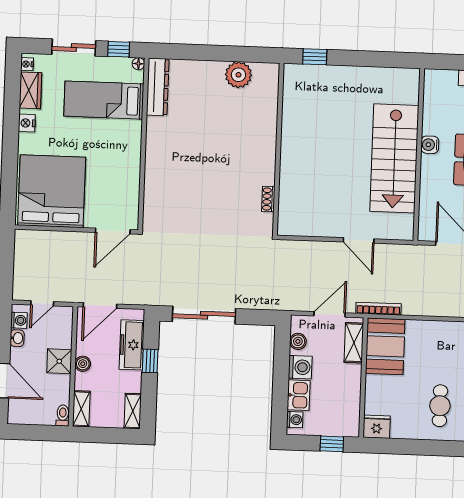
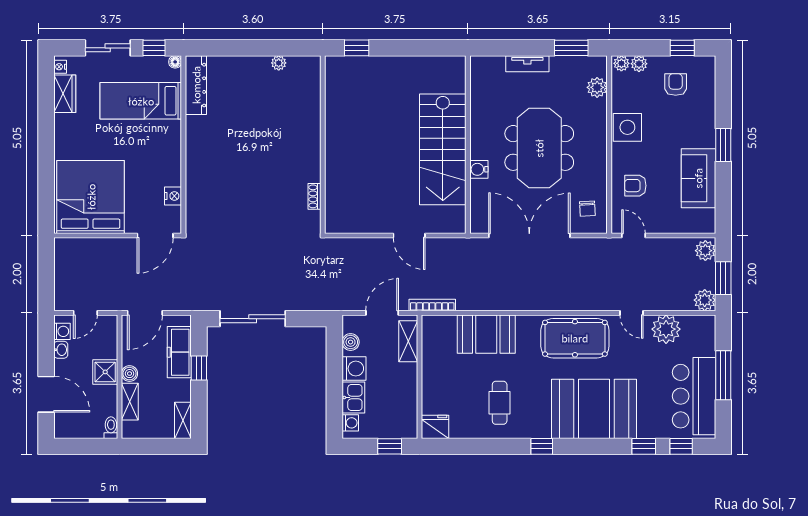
plant: (238, 75) -> (279, 63), width x0.53, depth x0.53
nightstand: (27, 123) -> (173, 196), moved, turned 180
water cooler: (430, 145) -> (479, 169), moved
booth: (385, 346) -> (486, 334), moved, turned 90
shelving: (81, 409) -> (130, 402), moved

